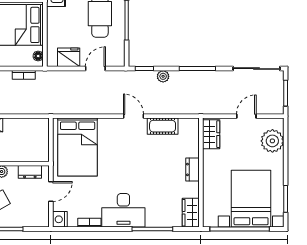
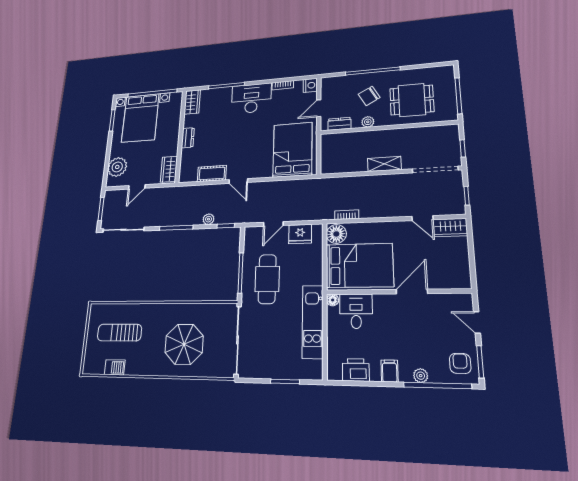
floor lamp: (38, 56) -> (336, 234), width x1.89, depth x1.89

